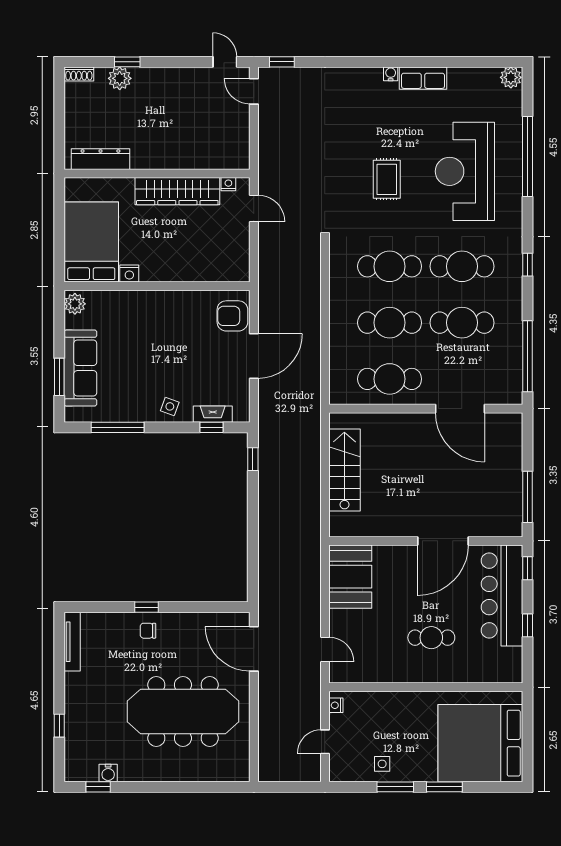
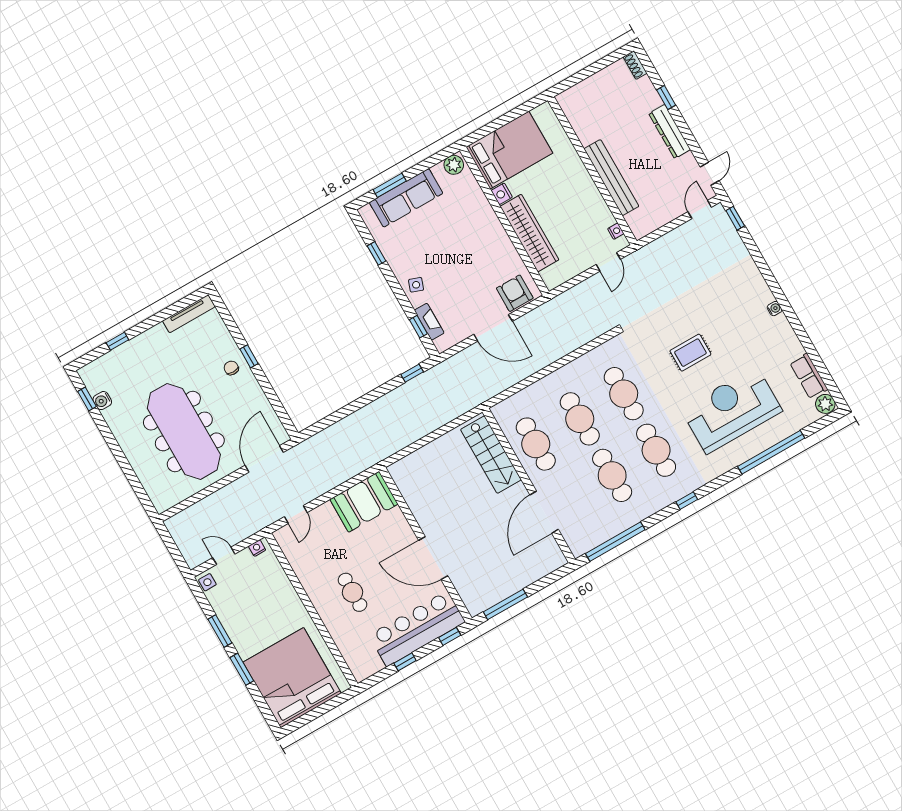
plant: (120, 78) -> (650, 99), removed
row of seats: (423, 78) -> (809, 376), moved
dresser: (100, 159) -> (670, 132), moved, turned 180
bench: (174, 159) -> (611, 178), added
wardrobe: (177, 191) -> (530, 233), moved, turned 180
window: (118, 427) -> (376, 253), width x0.46
stairs: (344, 470) -> (491, 455), moved, turned 90
side table: (382, 764) -> (207, 582), moved

